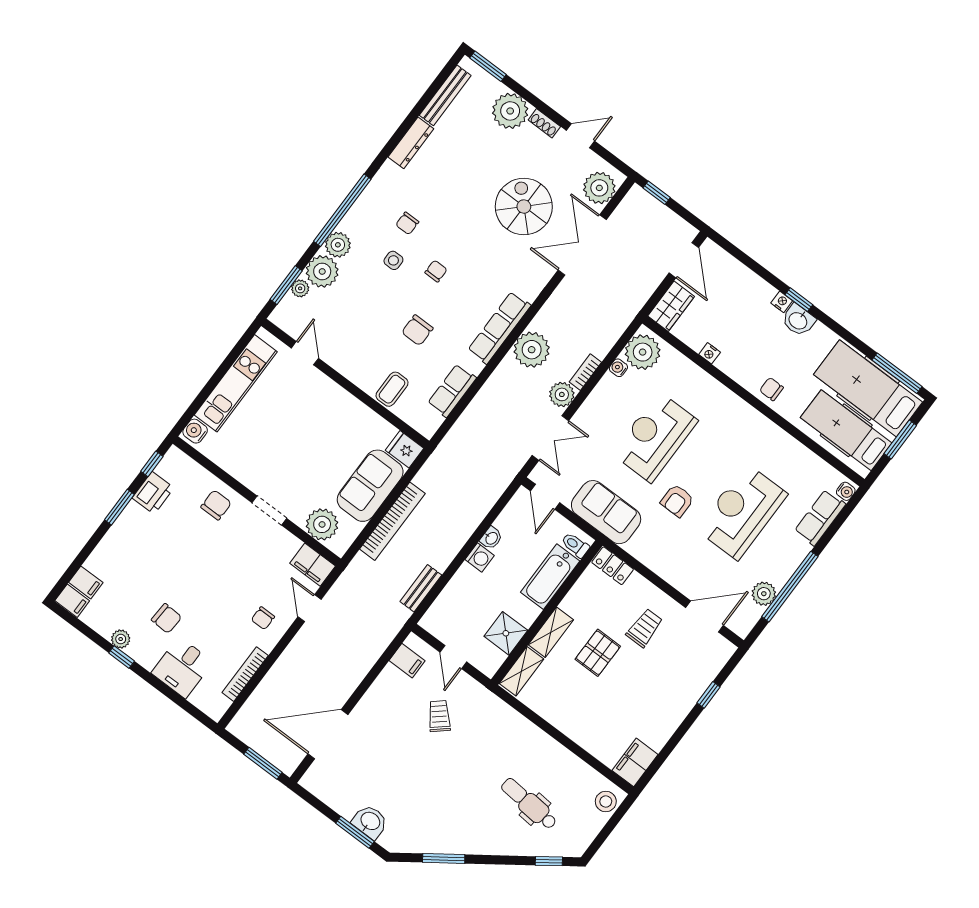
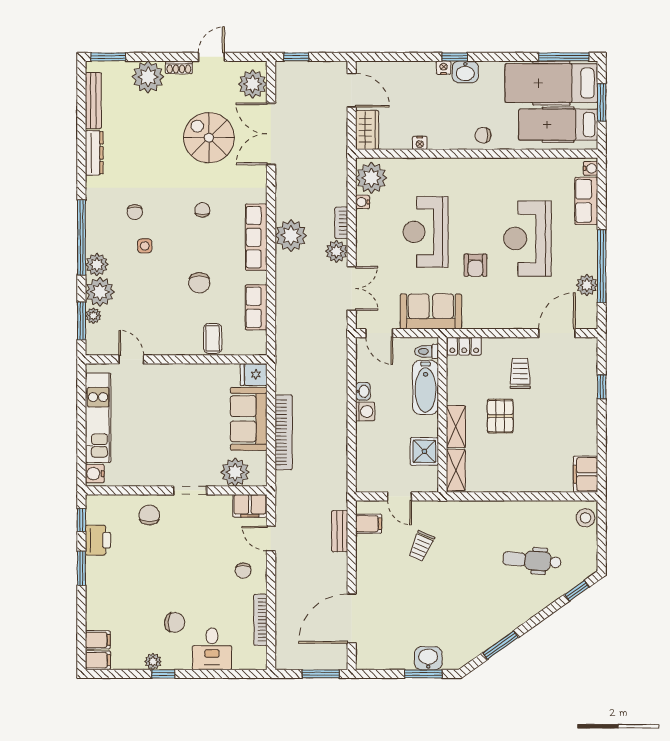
chair: (436, 271) -> (202, 210), moved
bench: (421, 588) -> (340, 531), moved
trolley: (439, 716) -> (421, 546), turned -115

